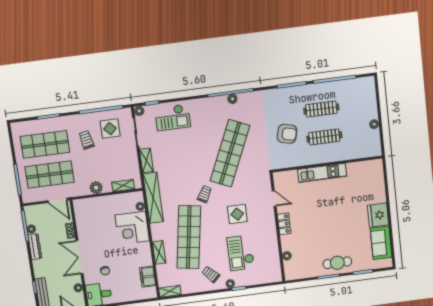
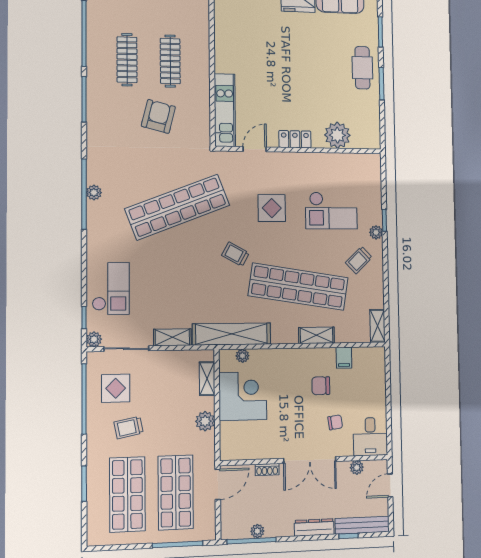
shop shelf: (230, 153) -> (177, 207), turned -45
kitchen unit: (322, 173) -> (225, 110), moved
corner desk: (132, 228) -> (243, 396), moved, turned -90
dresser: (35, 247) -> (314, 527), moved
plant: (287, 256) -> (337, 135), width x1.88, depth x1.88
chair: (127, 259) -> (321, 386), added
filing cabinet: (148, 277) -> (344, 358), width x0.50

